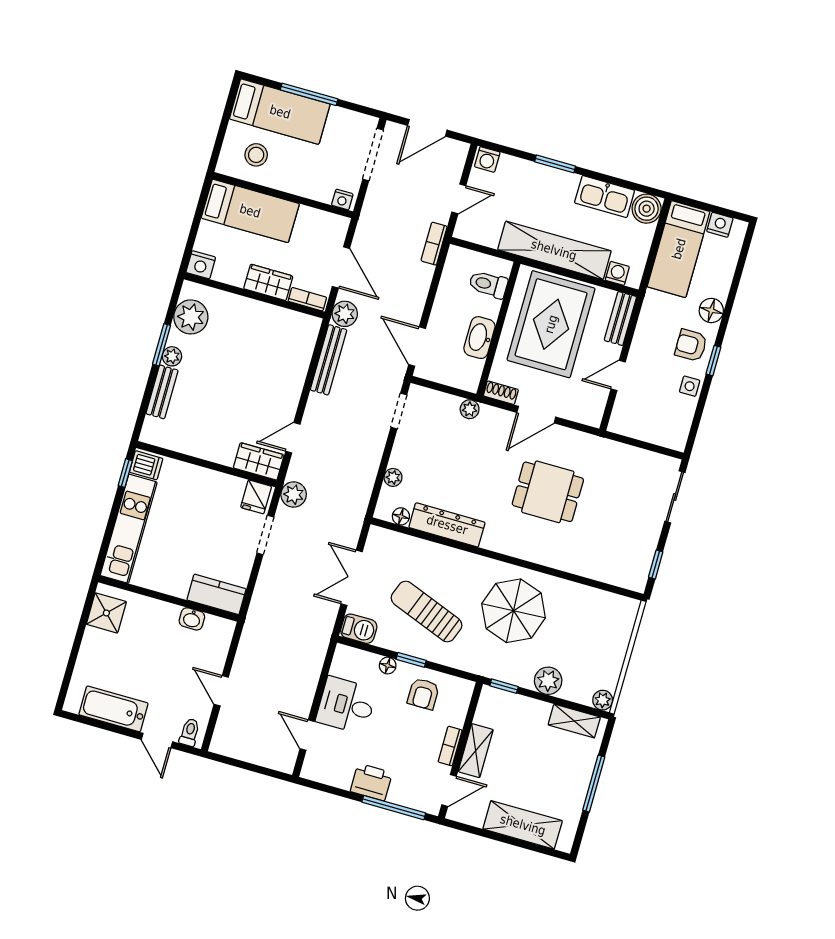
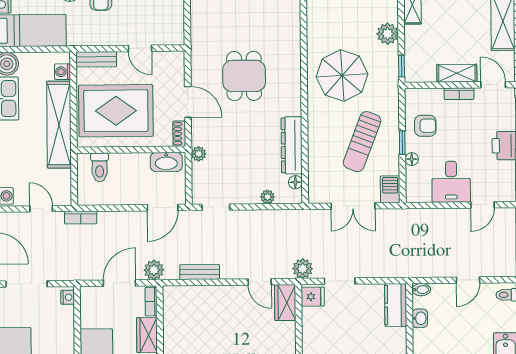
washbasin: (479, 338) -> (166, 162), moved
bench: (328, 360) -> (200, 272), width x0.73
bidet: (226, 631) -> (421, 290), added

